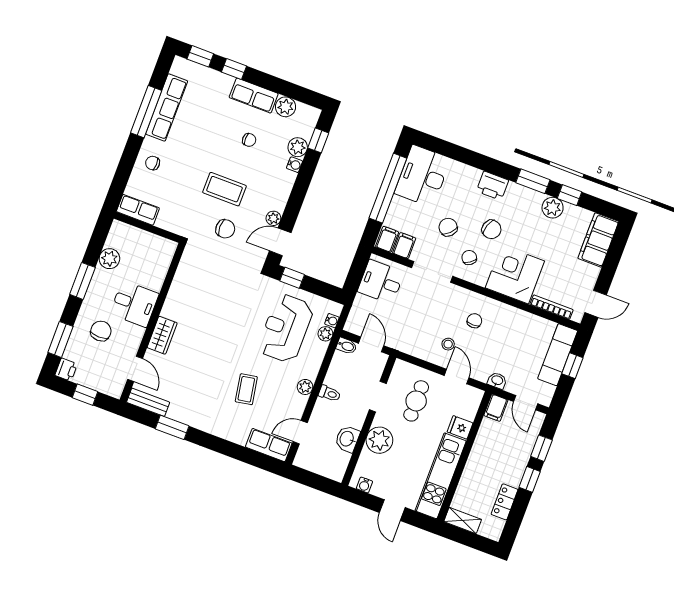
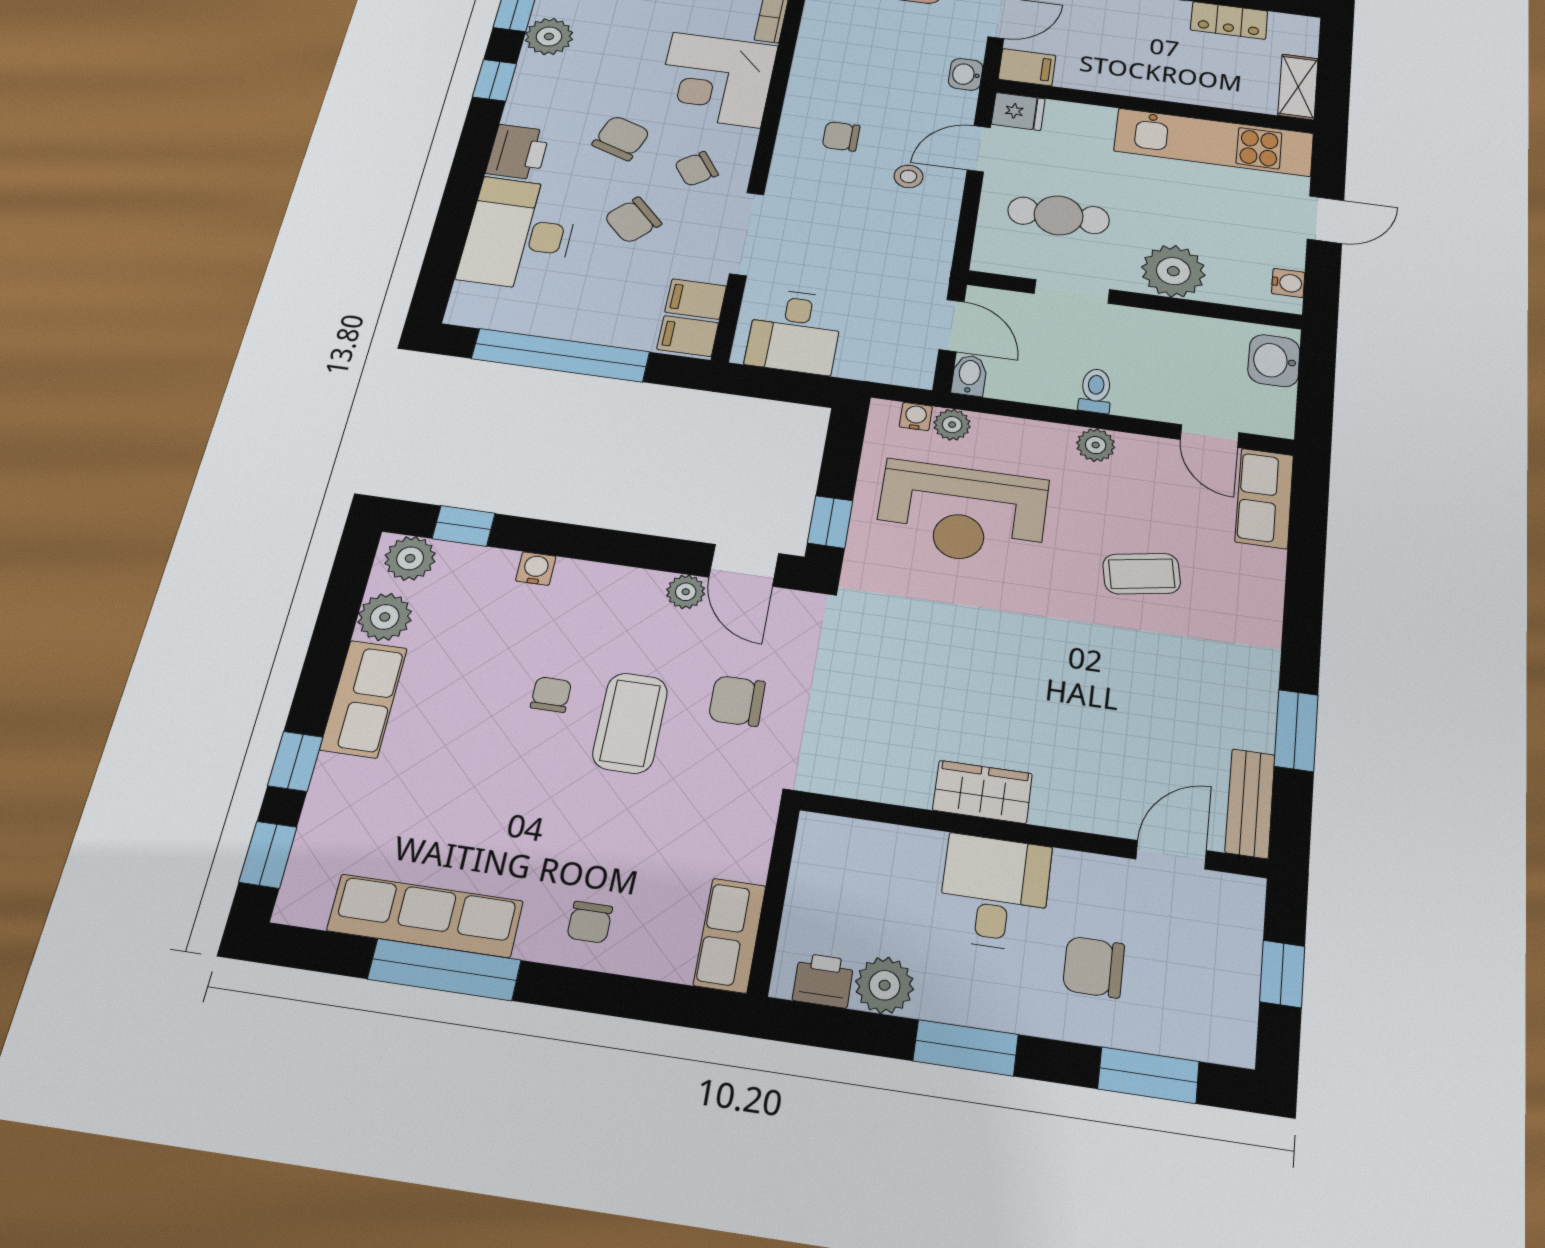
chair: (249, 140) -> (551, 695), moved
plant: (298, 147) -> (410, 558), moved
desk: (423, 176) -> (519, 234), moved, turned 90
window: (533, 181) -> (494, 80), width x0.67
chair: (225, 229) -> (737, 701), turned -91
wardrobe: (162, 335) -> (983, 792), moved
door: (371, 344) -> (952, 326), swing flipped
printer: (66, 370) -> (823, 980), moved
fridge: (460, 427) -> (1018, 111), moved, turned -90
washbasin: (347, 439) -> (1274, 361), moved, turned 90

